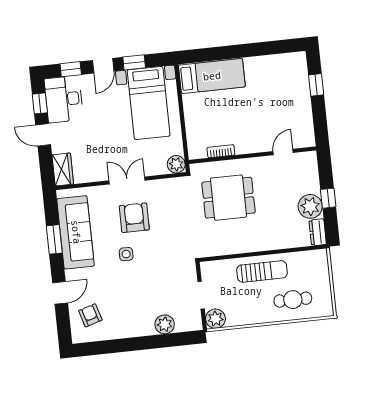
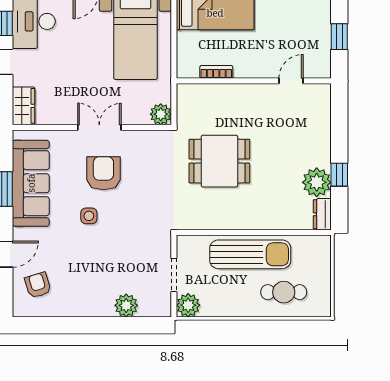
bookcase: (221, 151) -> (216, 72), moved
door: (283, 152) -> (291, 81), moved
wall: (252, 155) -> (254, 81), moved
sun lounger: (262, 271) -> (250, 254), width x1.36, depth x1.34

